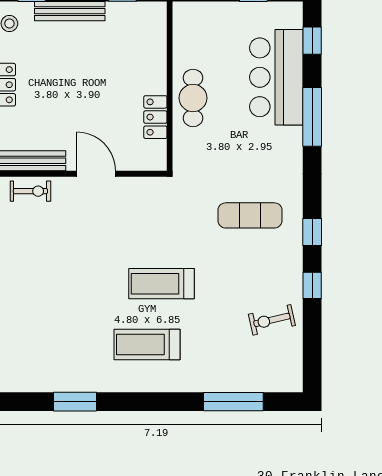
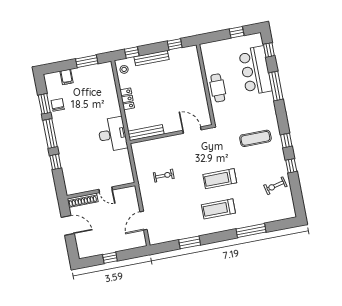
locker: (155, 117) -> (202, 100), removed
door: (96, 174) -> (192, 130), moved
exercise bike: (30, 191) -> (164, 176), moved
window: (233, 402) -> (251, 231), moved

